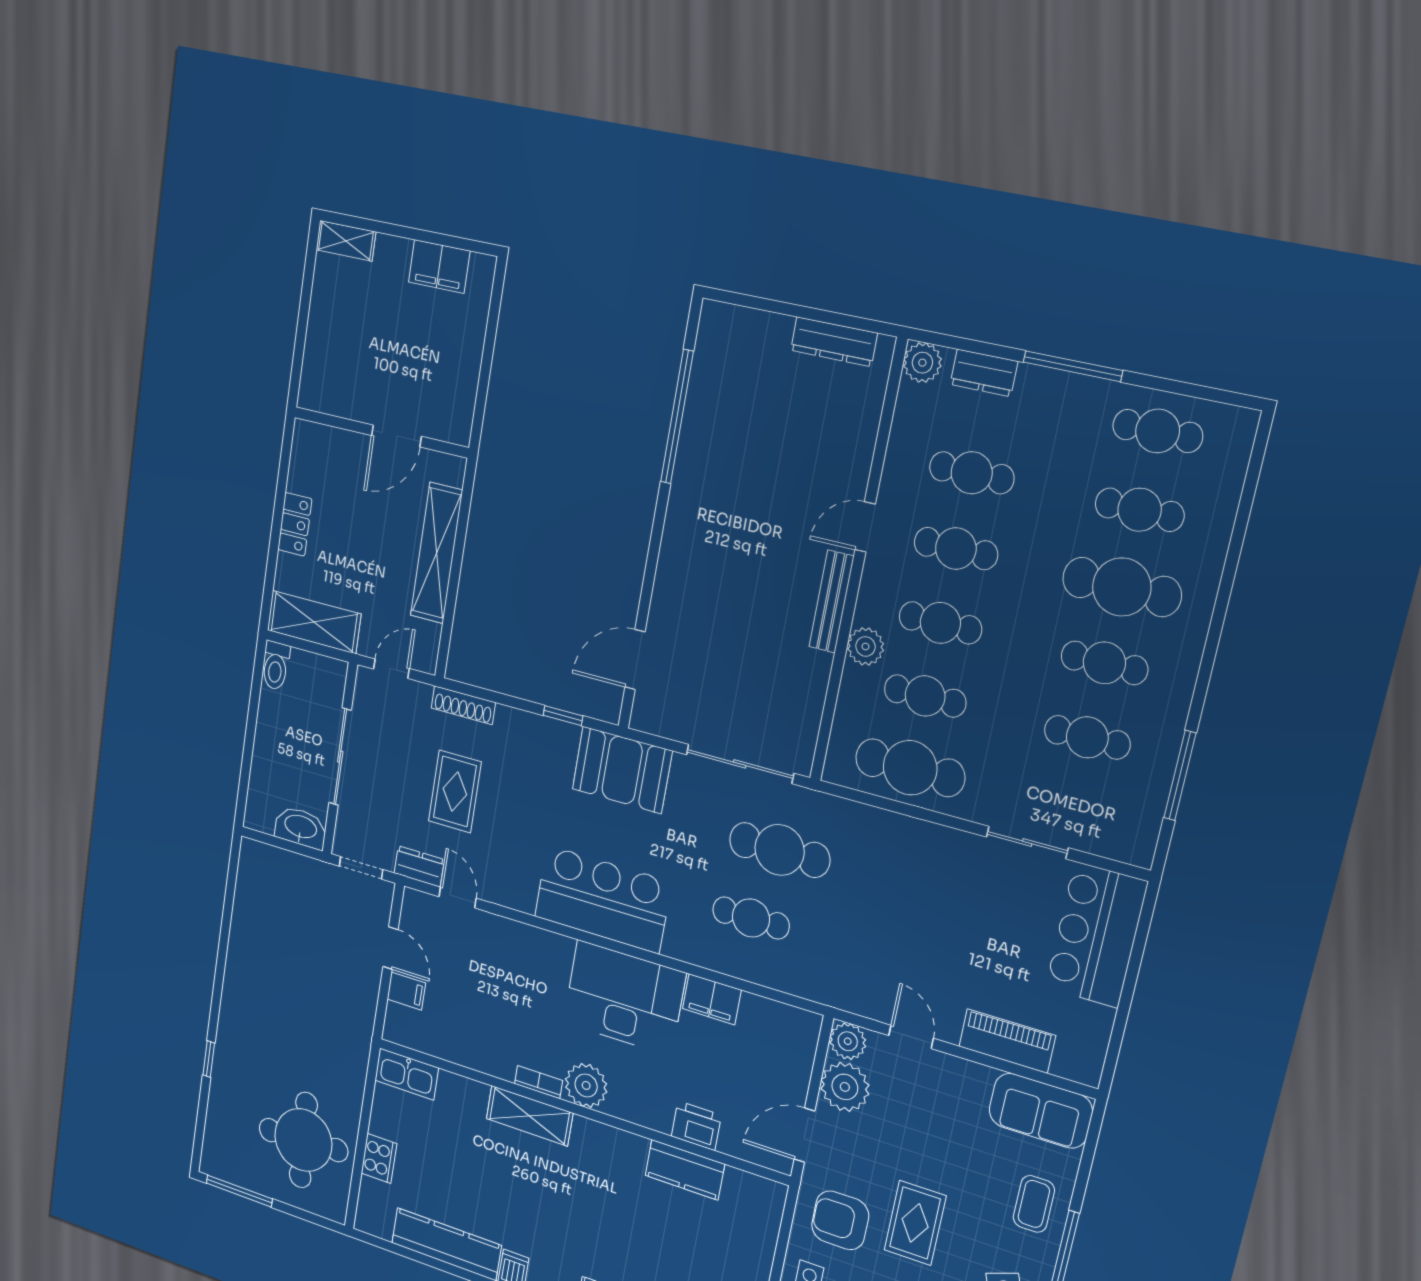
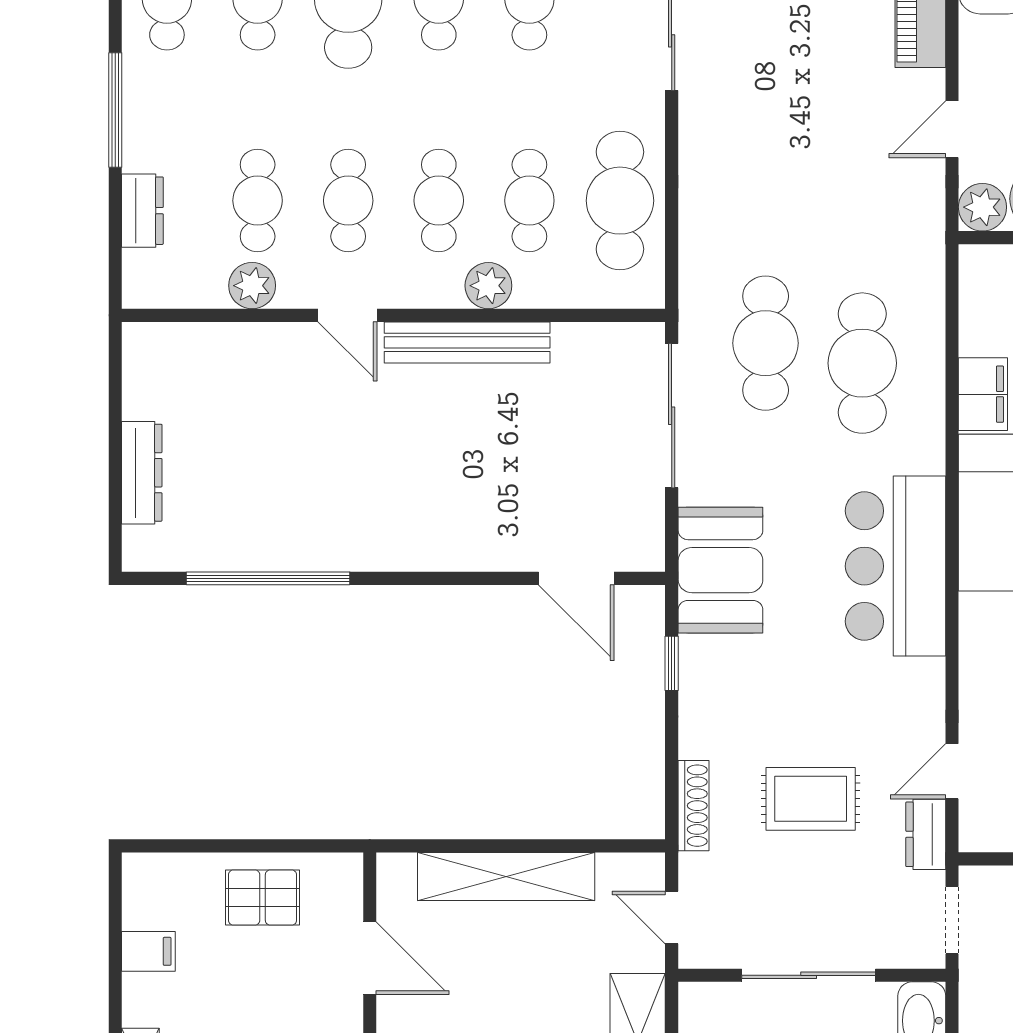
filing cabinet: (439, 266) -> (148, 951), width x0.50
dresser: (834, 342) -> (142, 473), moved
pallet: (450, 362) -> (263, 898), added
plant: (922, 363) -> (252, 286), moved
bench: (831, 602) -> (467, 342), width x1.37, depth x1.21
cafe table: (751, 918) -> (862, 363), width x1.37, depth x1.35

